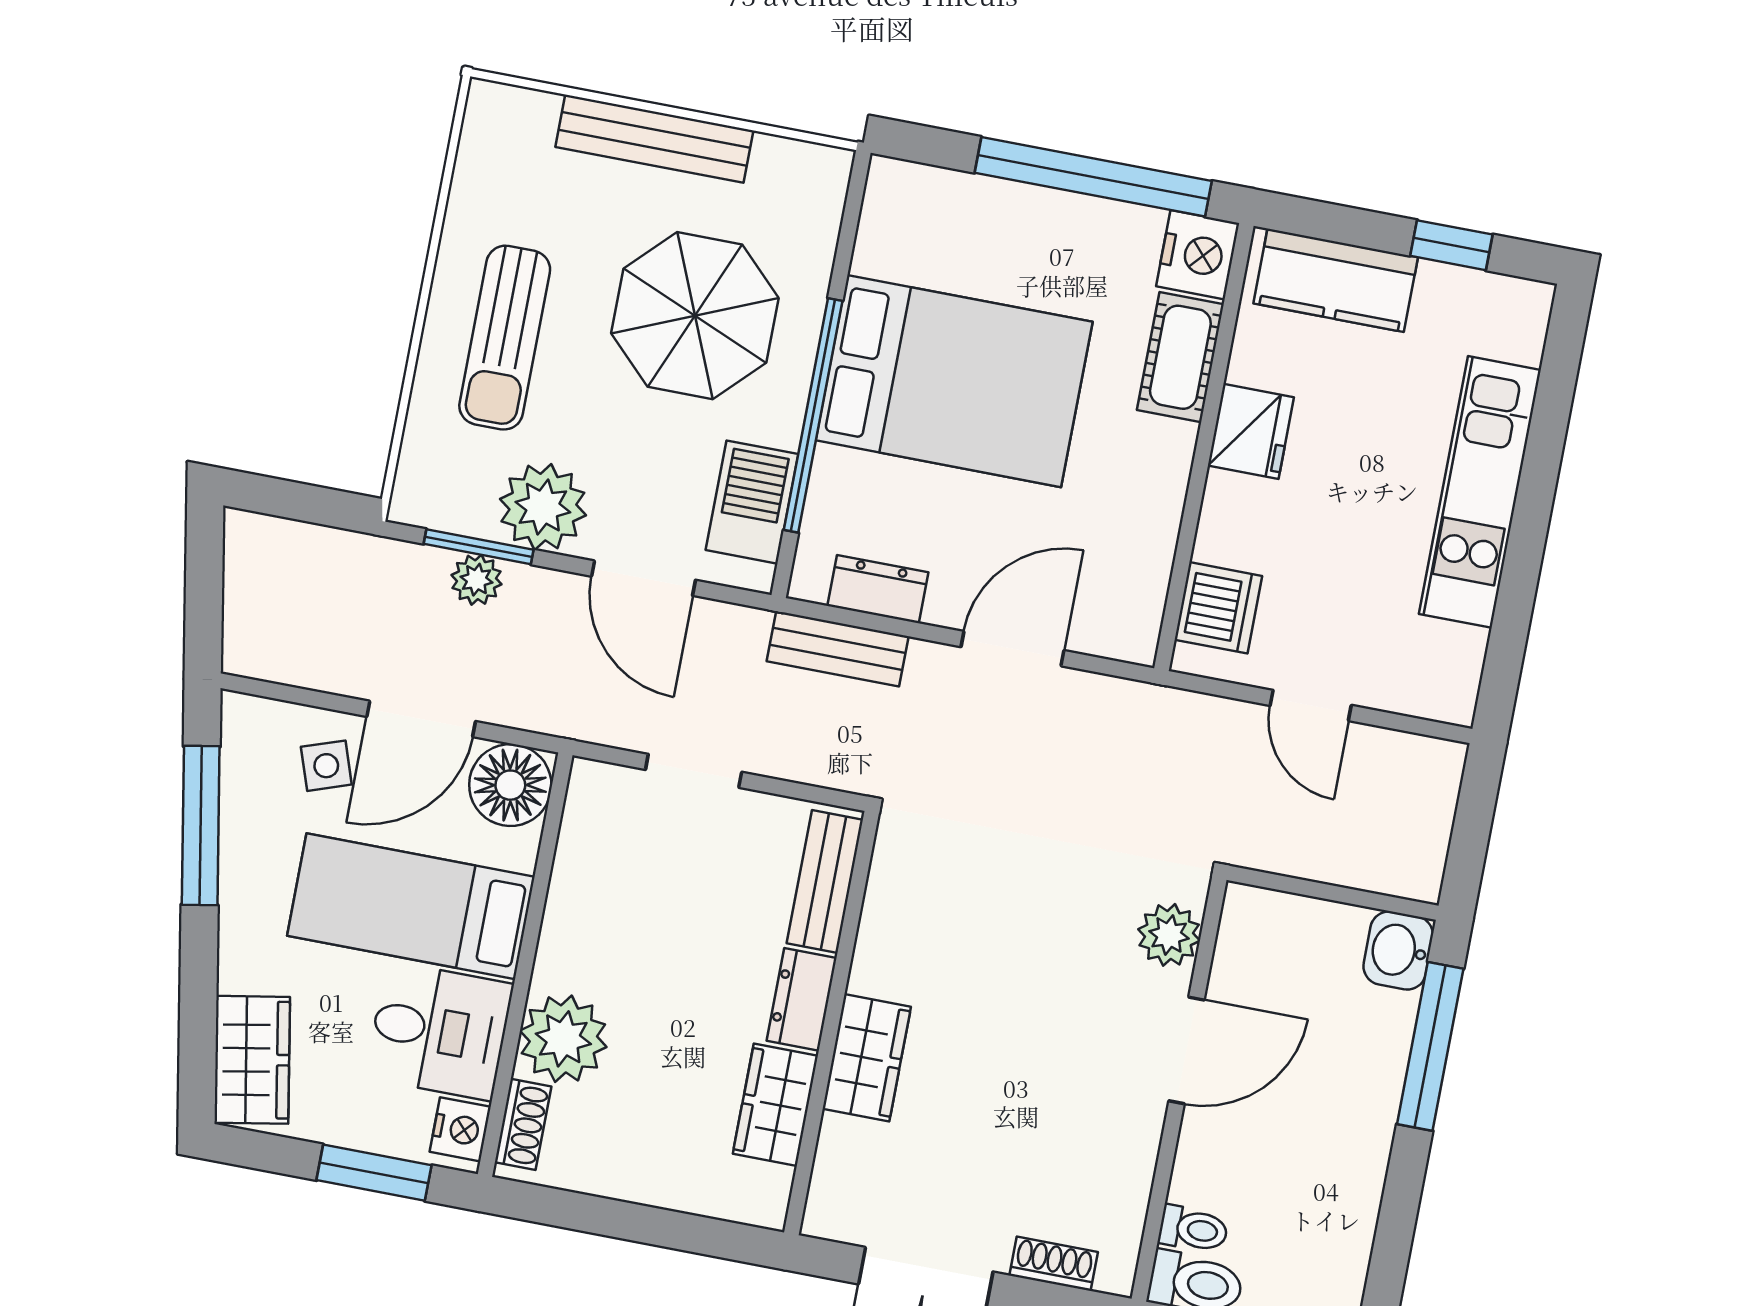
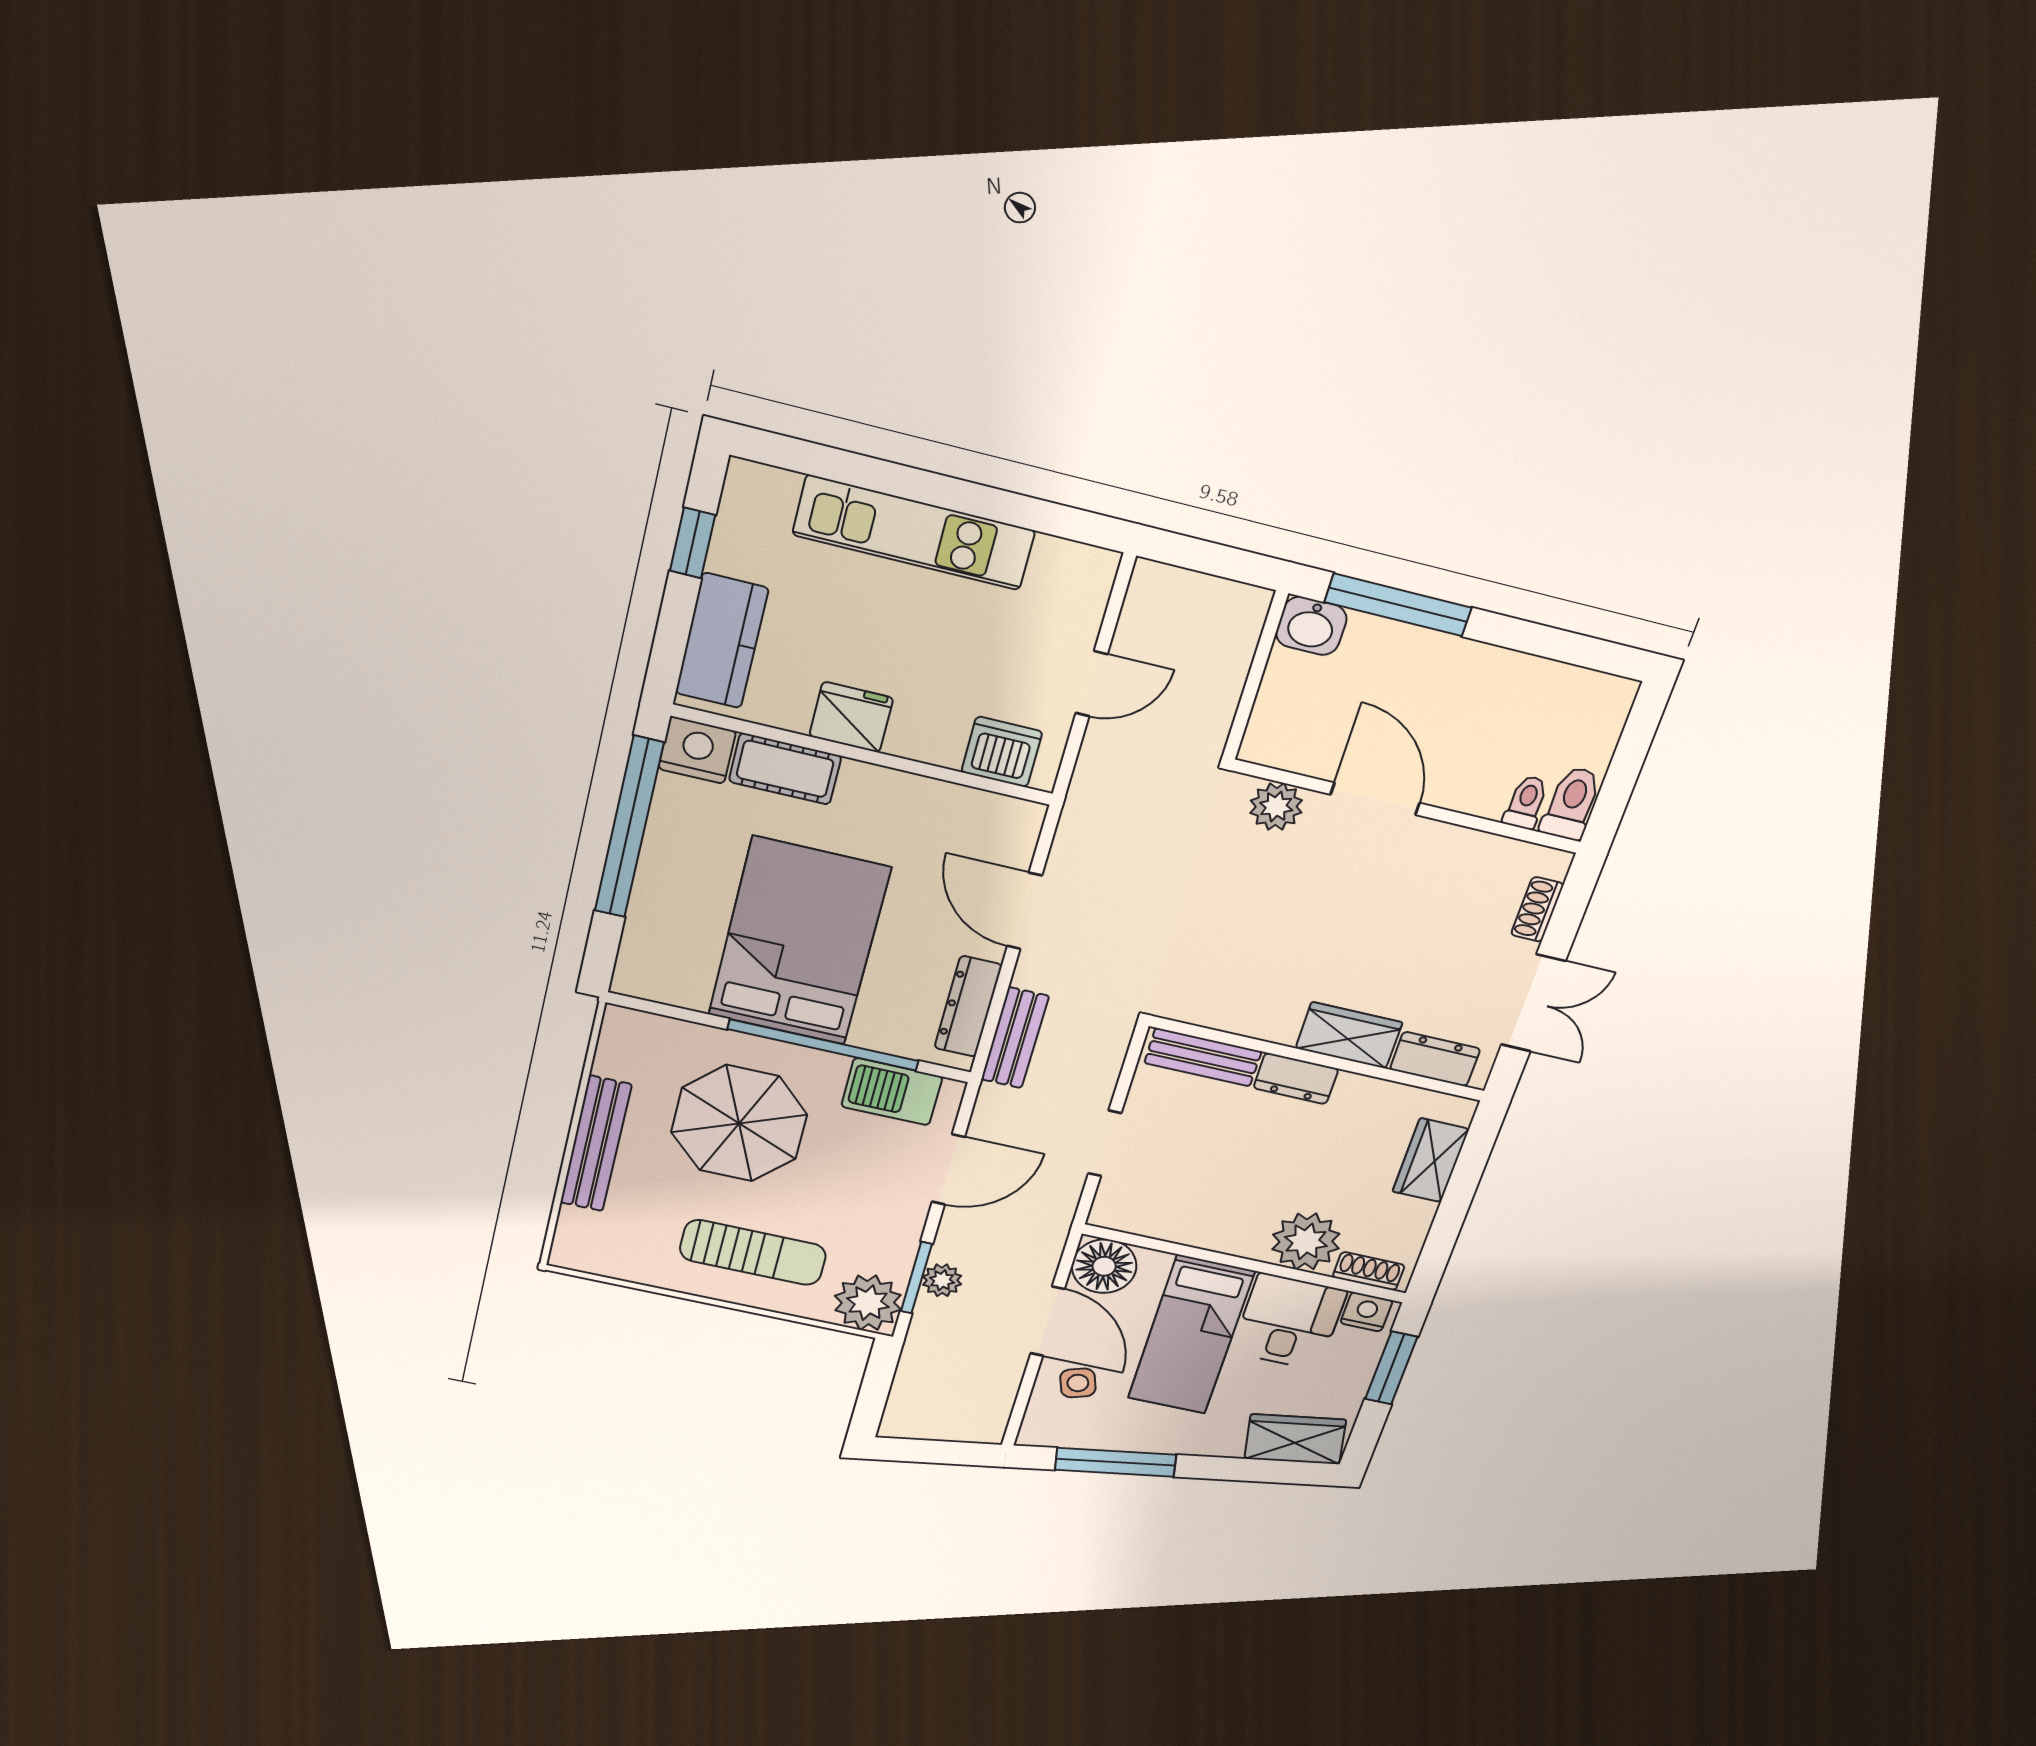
plant: (543, 507) -> (868, 1303), moved
dresser: (878, 589) -> (968, 1006), width x1.44
wardrobe: (775, 1105) -> (1431, 1160), moved, turned 90
dresser: (840, 1168) -> (1435, 1059), added

